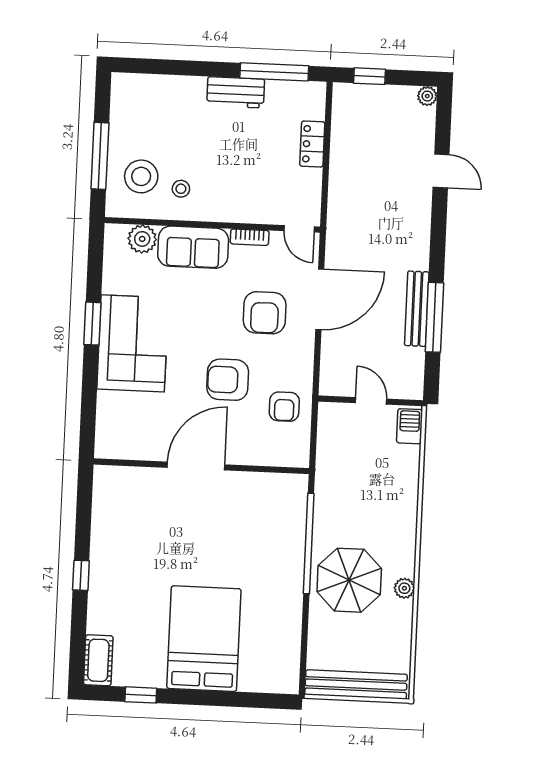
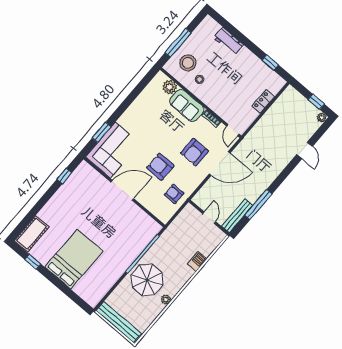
window: (274, 72) -> (270, 63), width x0.46
window: (370, 76) -> (316, 102), moved
workbench: (236, 92) -> (229, 41), moved
bench: (417, 309) -> (237, 216), moved
window: (92, 324) -> (102, 132), moved
corner sofa: (133, 343) -> (113, 150), moved
armchair: (284, 407) -> (174, 194), turned 90
barbecue: (410, 426) -> (197, 261), moved
window: (81, 575) -> (64, 176), moved
cot: (98, 660) -> (32, 234), width x1.37, depth x1.34

